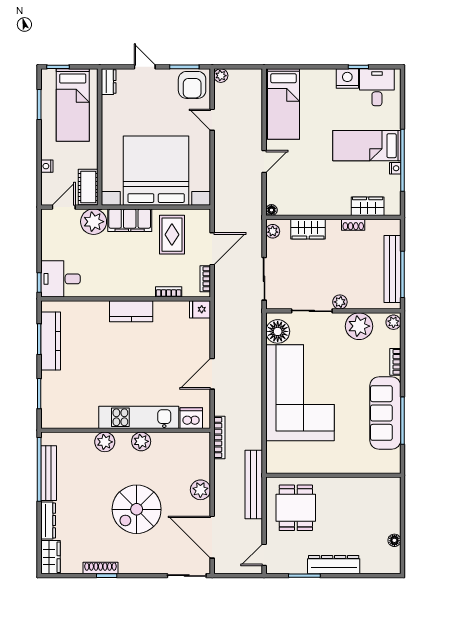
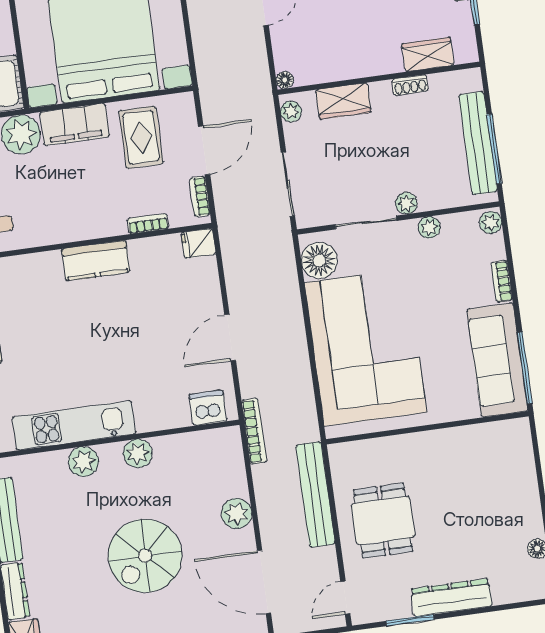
plant: (359, 326) -> (429, 227), width x0.53, depth x0.53
kitchen unit: (139, 417) -> (74, 425), moved
wall: (333, 475) -> (427, 428), moved

